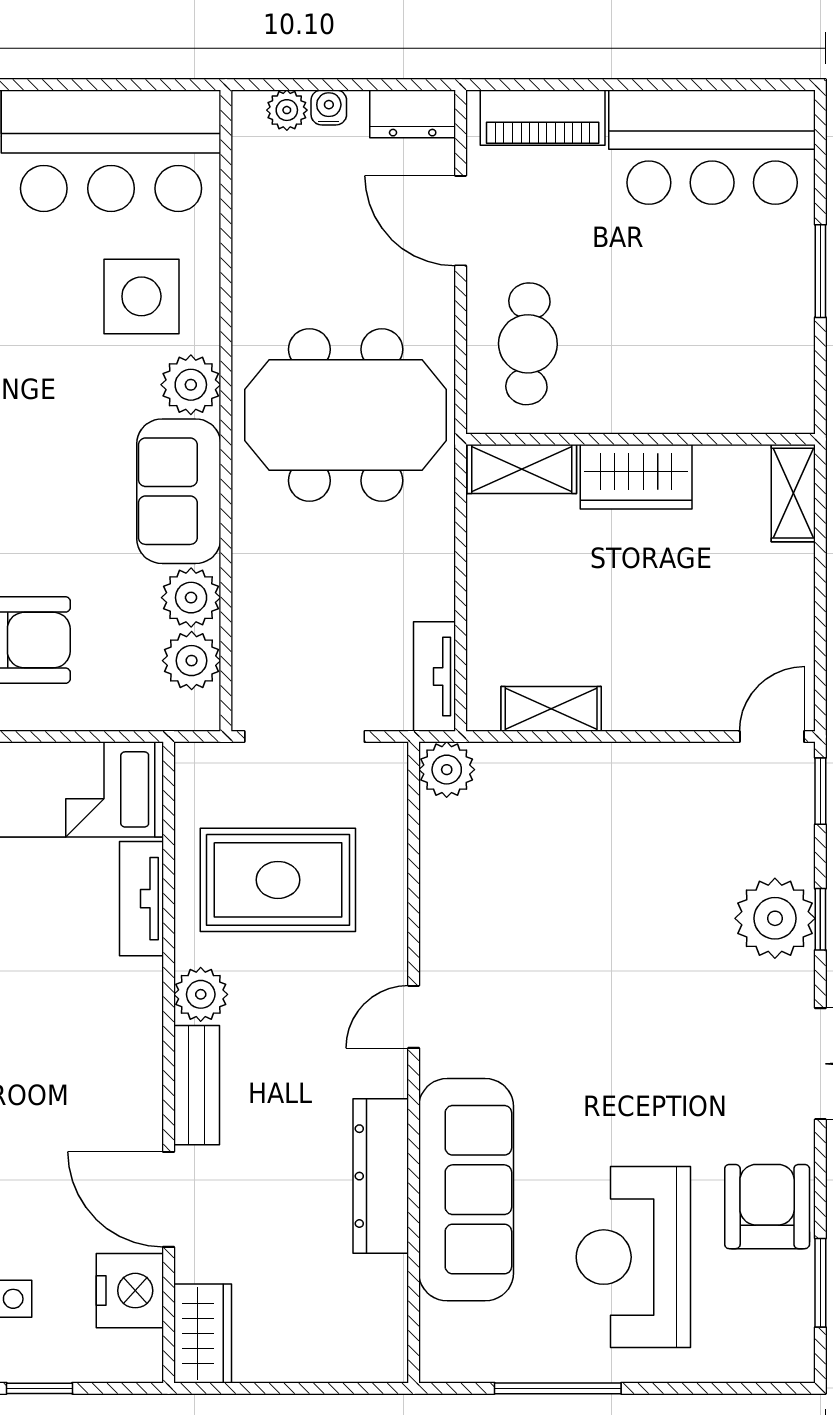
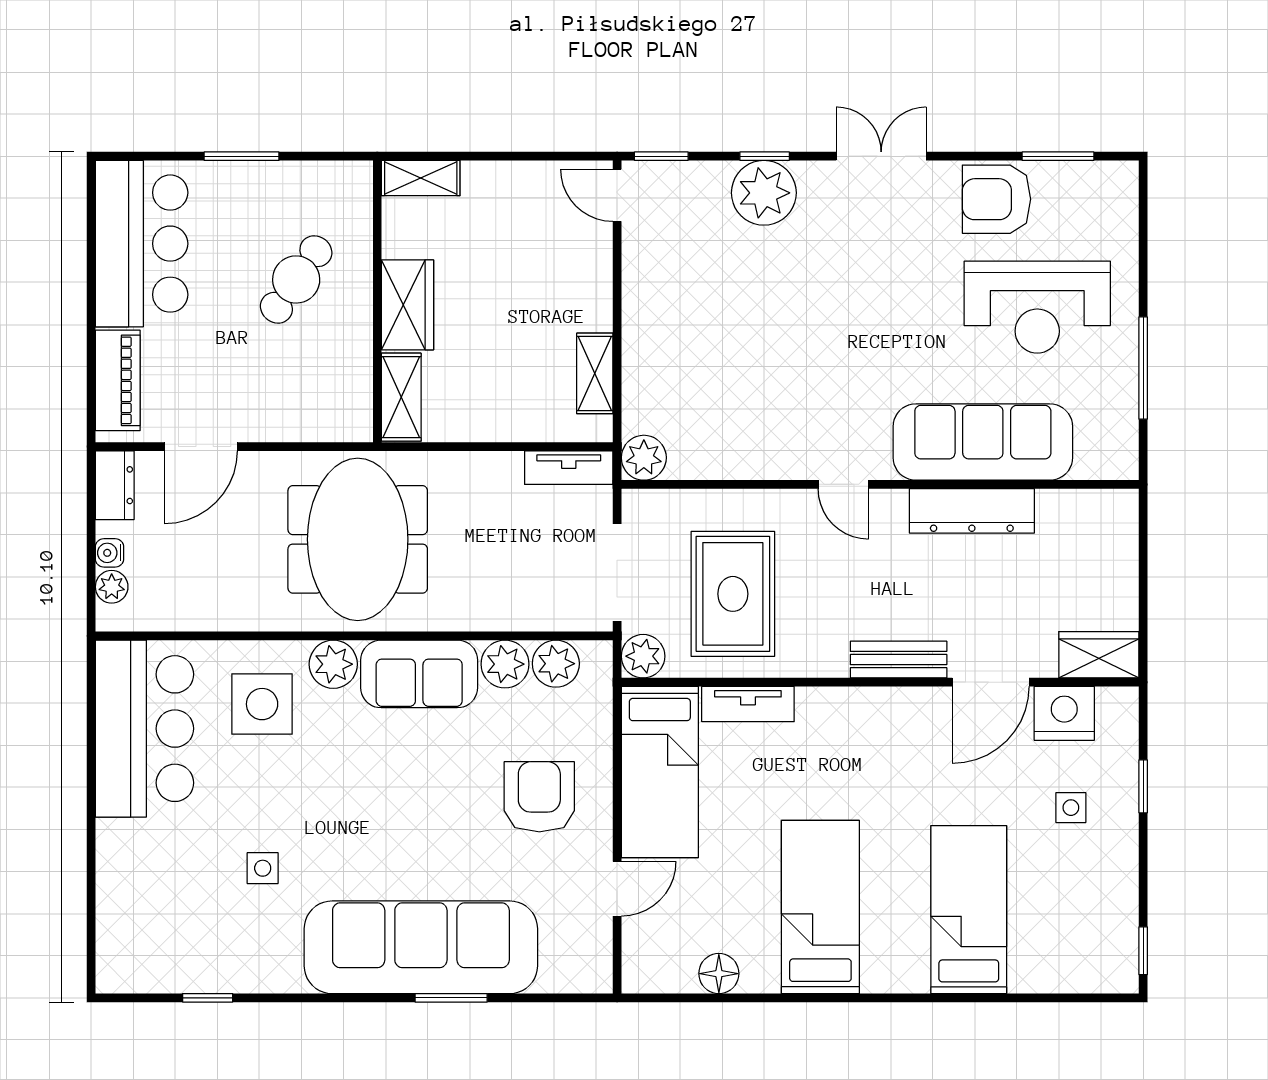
cafe table: (528, 344) -> (296, 279), moved, turned -57
plant: (201, 994) -> (643, 656), moved

